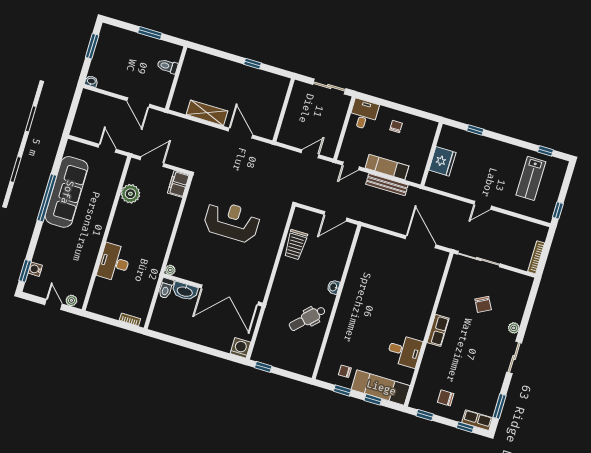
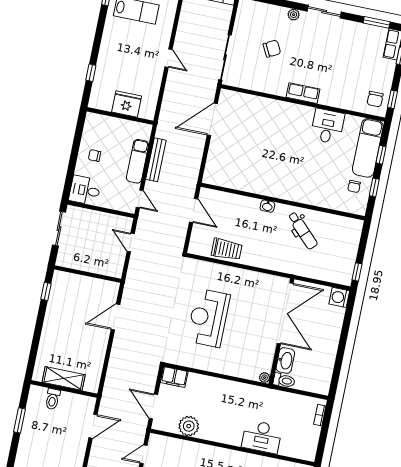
window: (252, 64) -> (46, 291), moved
shelving: (207, 113) -> (64, 378), moved, turned 90
chair: (446, 398) -> (375, 99), moved

